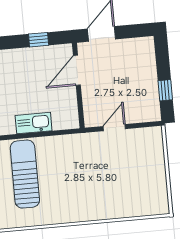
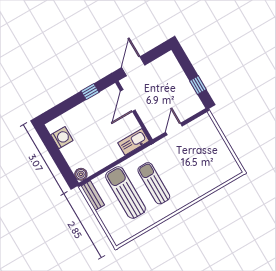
kitchen sink: (34, 123) -> (134, 142), moved
sun lounger: (62, 179) -> (154, 183), added

